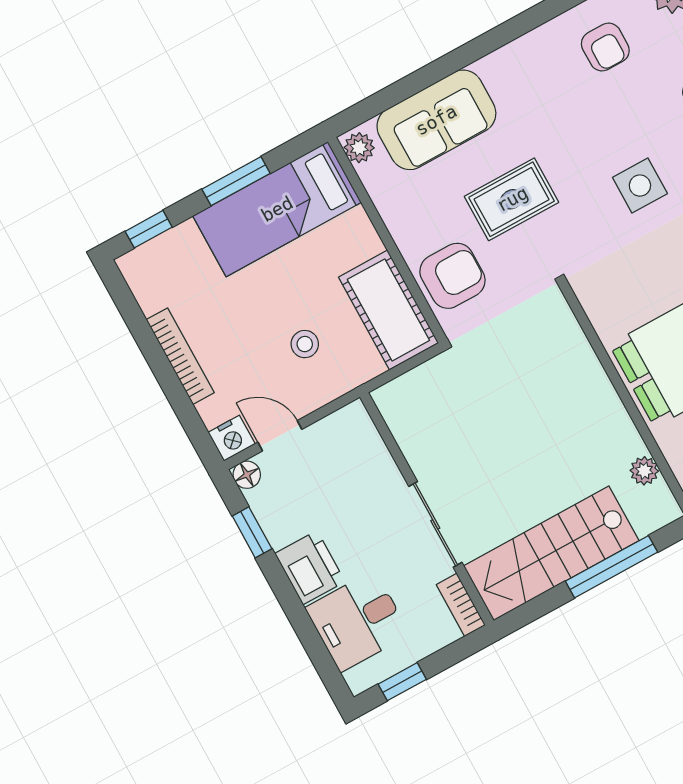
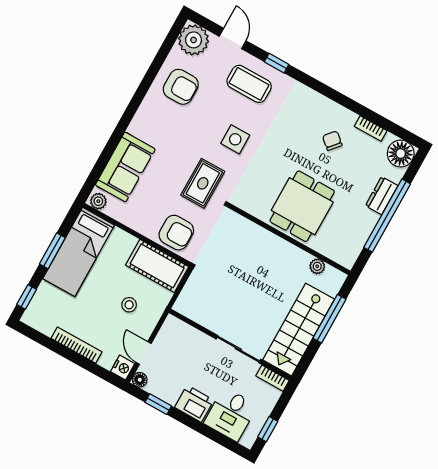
armchair: (605, 47) -> (181, 87), width x1.38, depth x1.38
rug: (512, 199) -> (203, 183), moved
armchair: (452, 276) -> (176, 233), turned 90
door: (280, 436) -> (144, 353), hinge flipped

